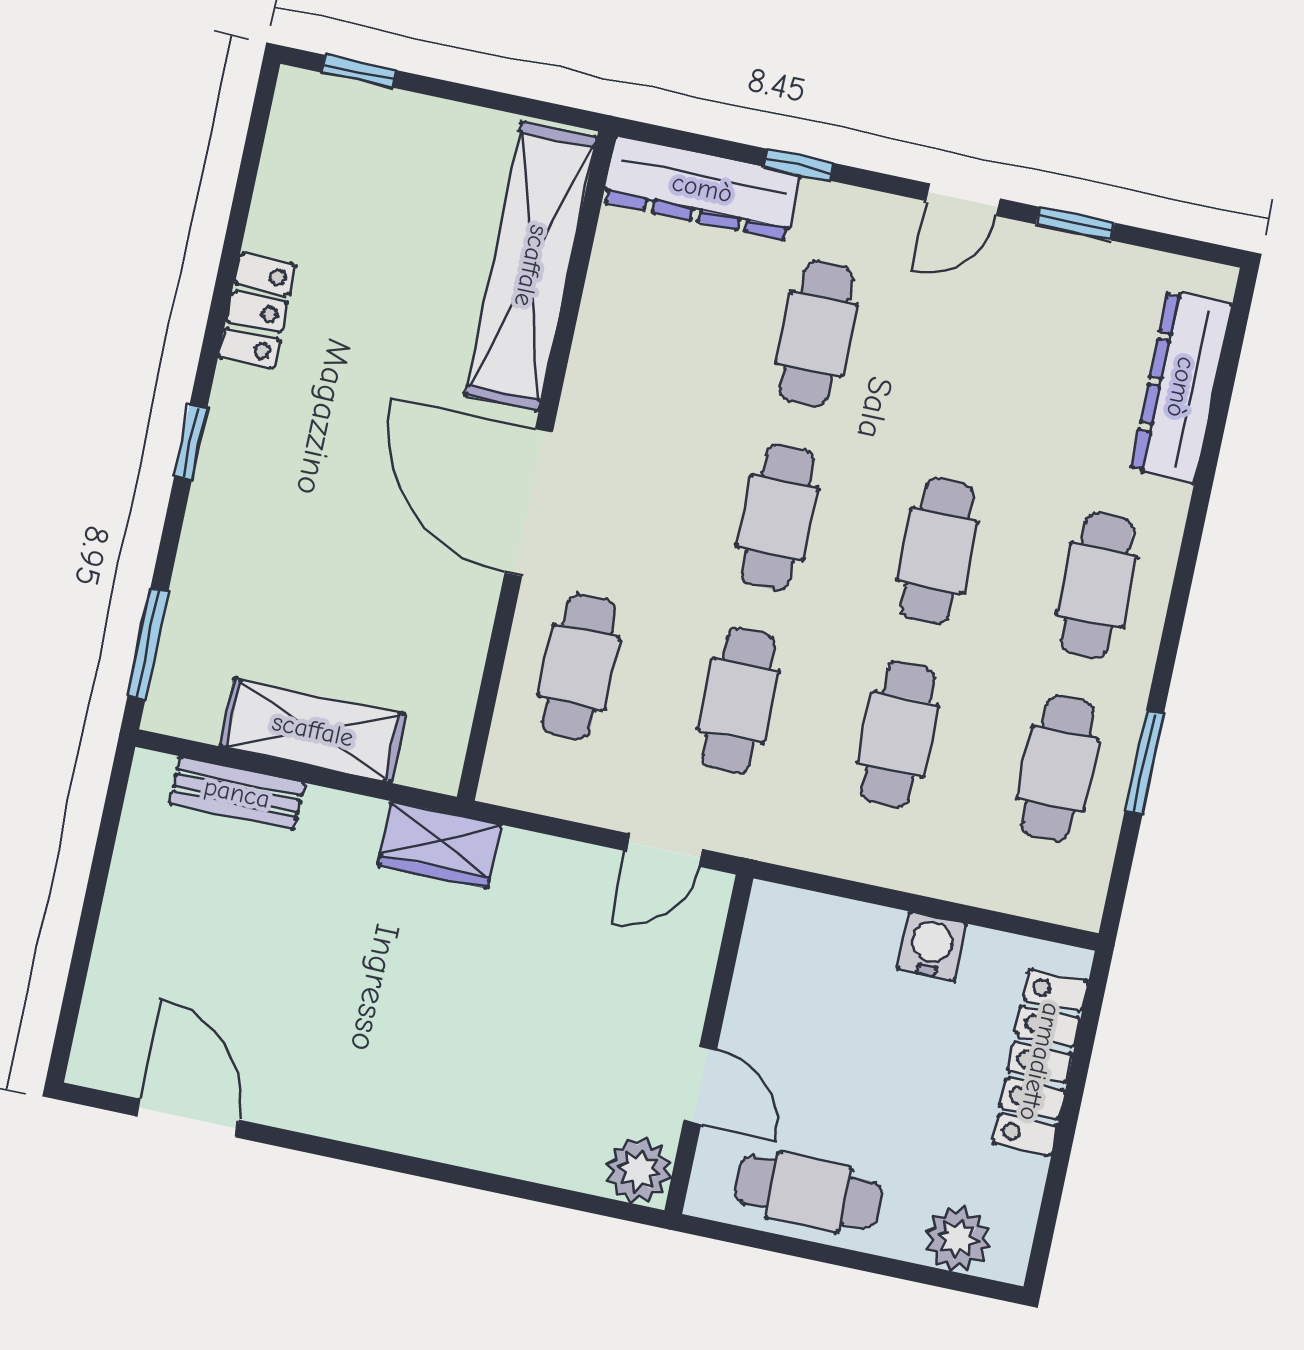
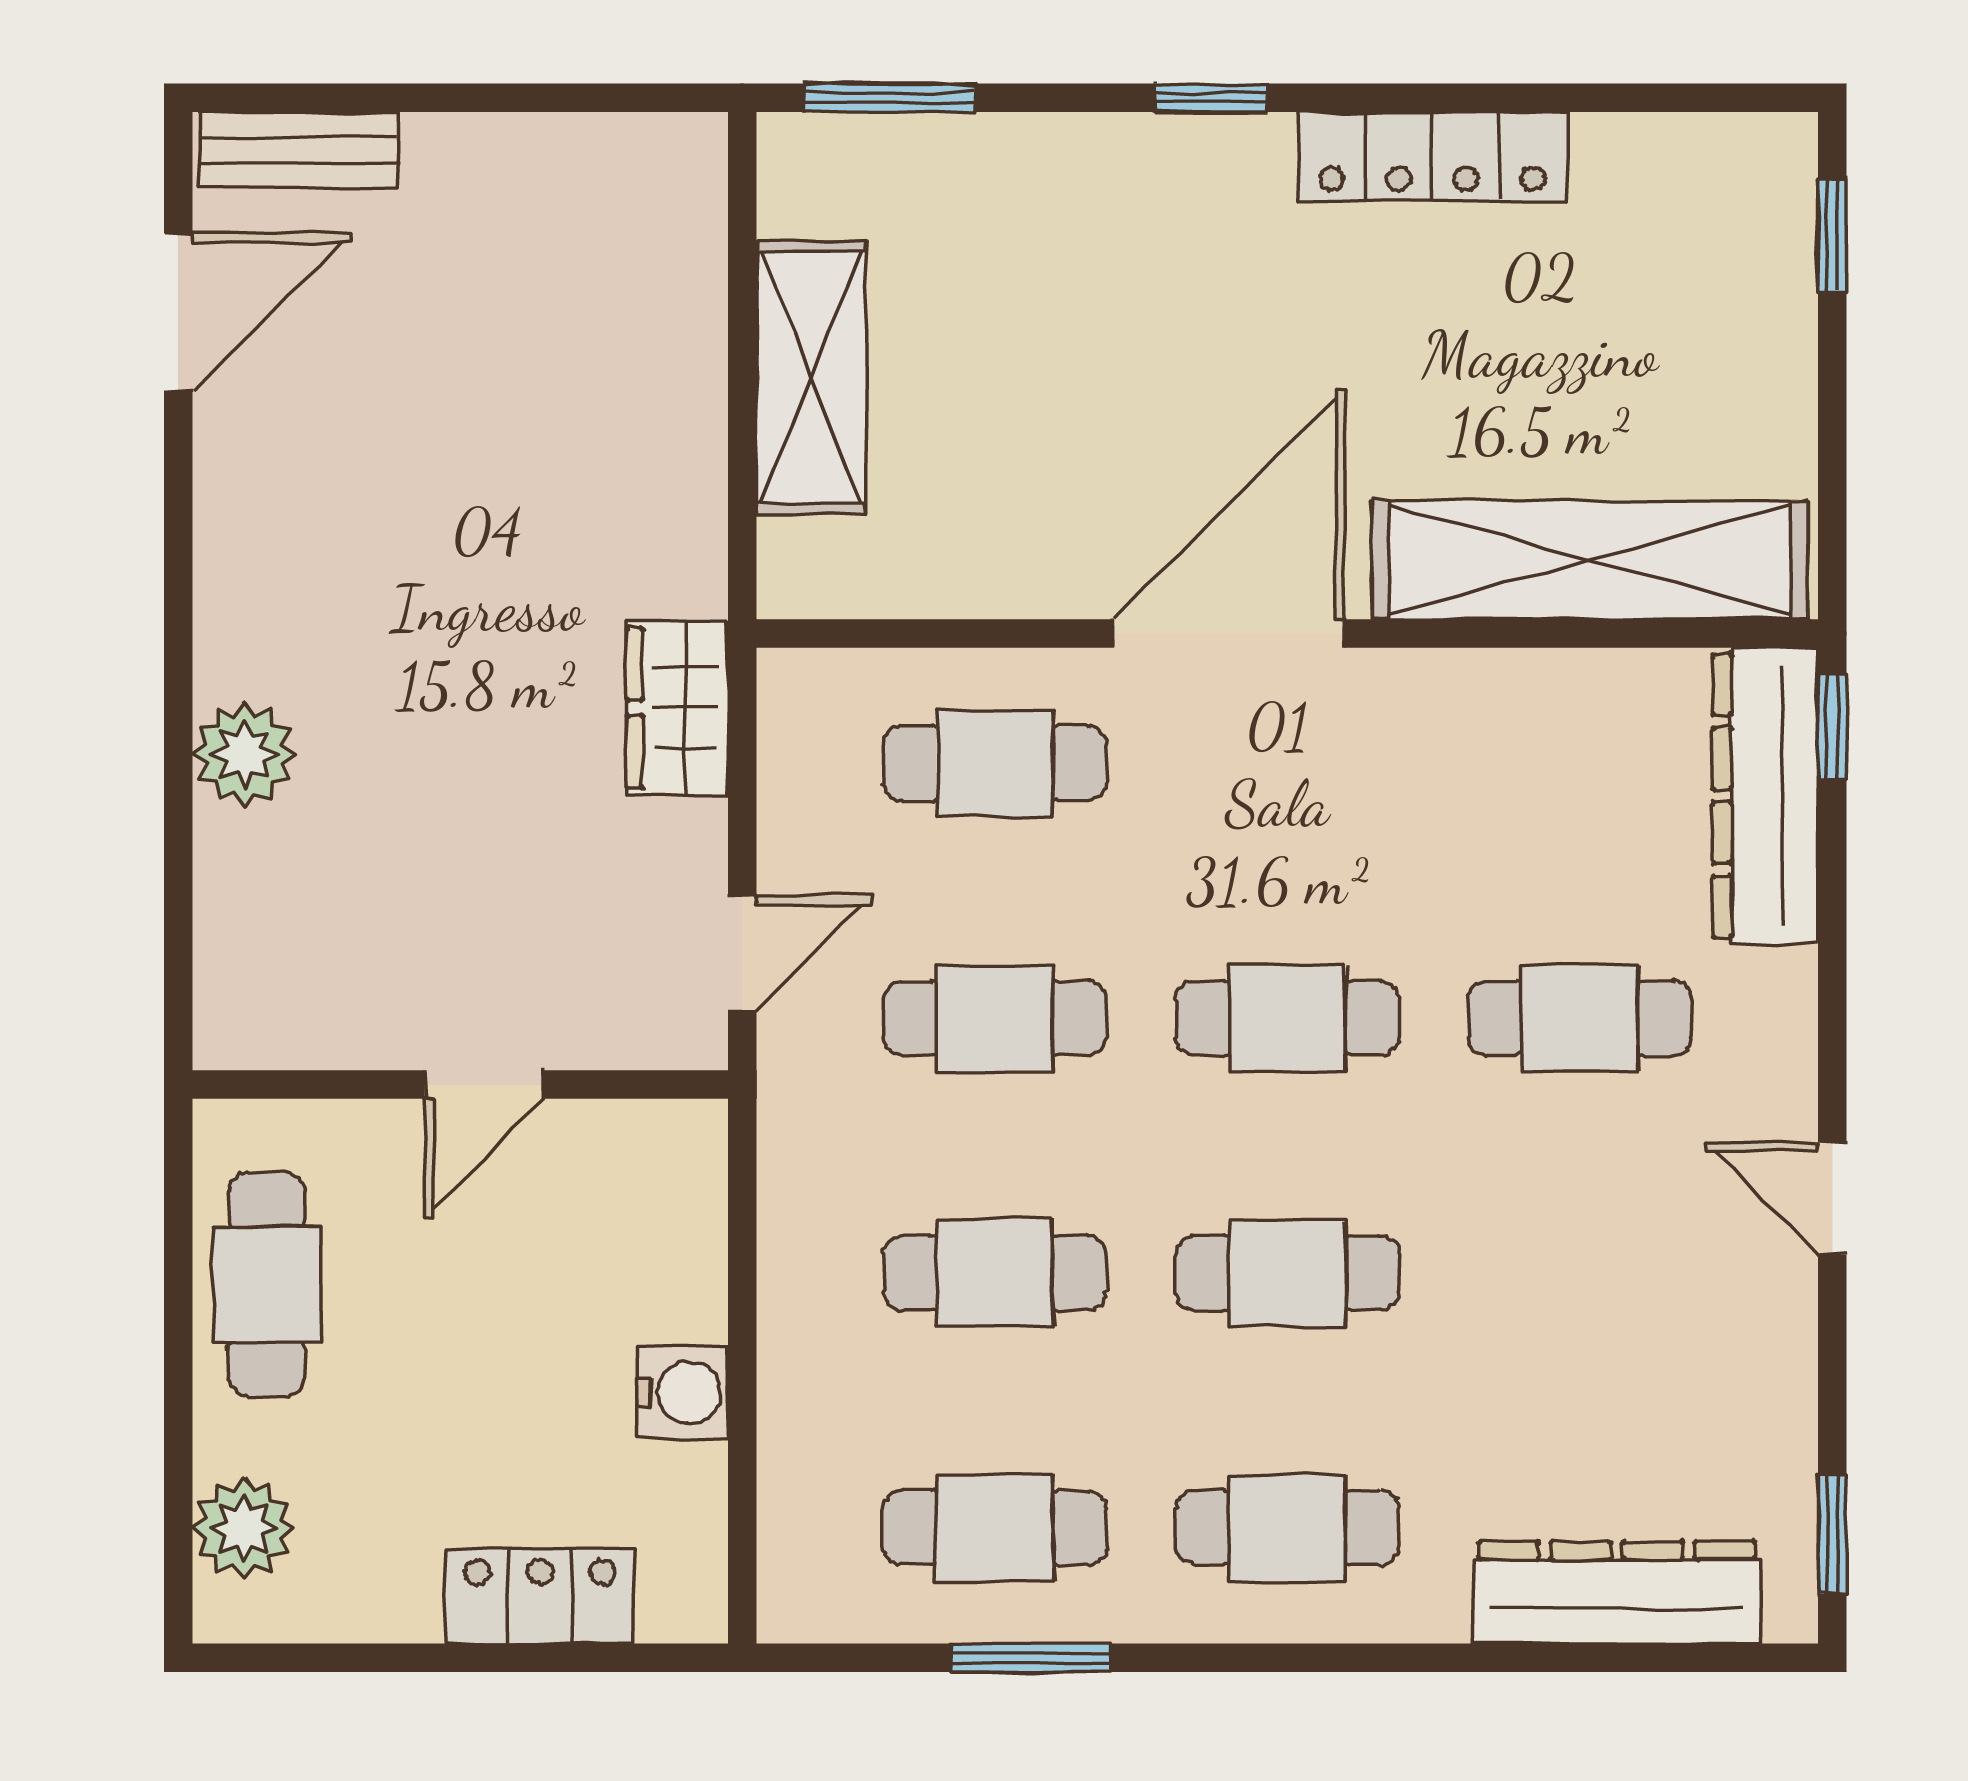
window: (799, 165) -> (1832, 727), moved
window: (1075, 224) -> (1832, 1534), moved
locker: (257, 311) -> (1432, 156), width x1.53
bench: (237, 793) -> (299, 150), moved, turned 90
wardrobe: (439, 845) -> (677, 708), moved
door: (664, 850) -> (742, 954), swing flipped
locker: (1040, 1062) -> (540, 1596), width x0.66
door: (700, 1085) -> (484, 1085), moved
plant: (639, 1171) -> (244, 754), moved

